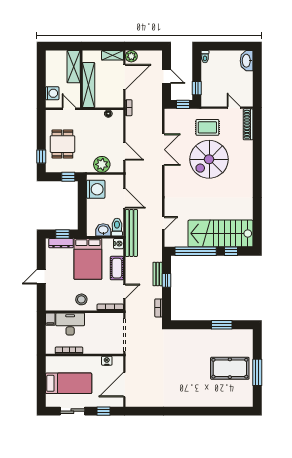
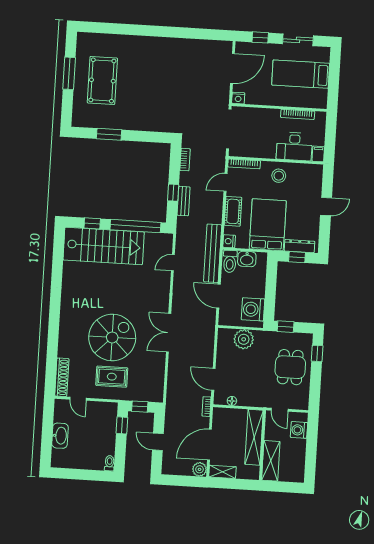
washbasin: (247, 61) -> (60, 436), moved
double door: (163, 150) -> (169, 333), moved
door: (124, 151) -> (213, 379), moved
nightstand: (107, 361) -> (238, 98), moved
pool table: (230, 368) -> (102, 80), turned 90

